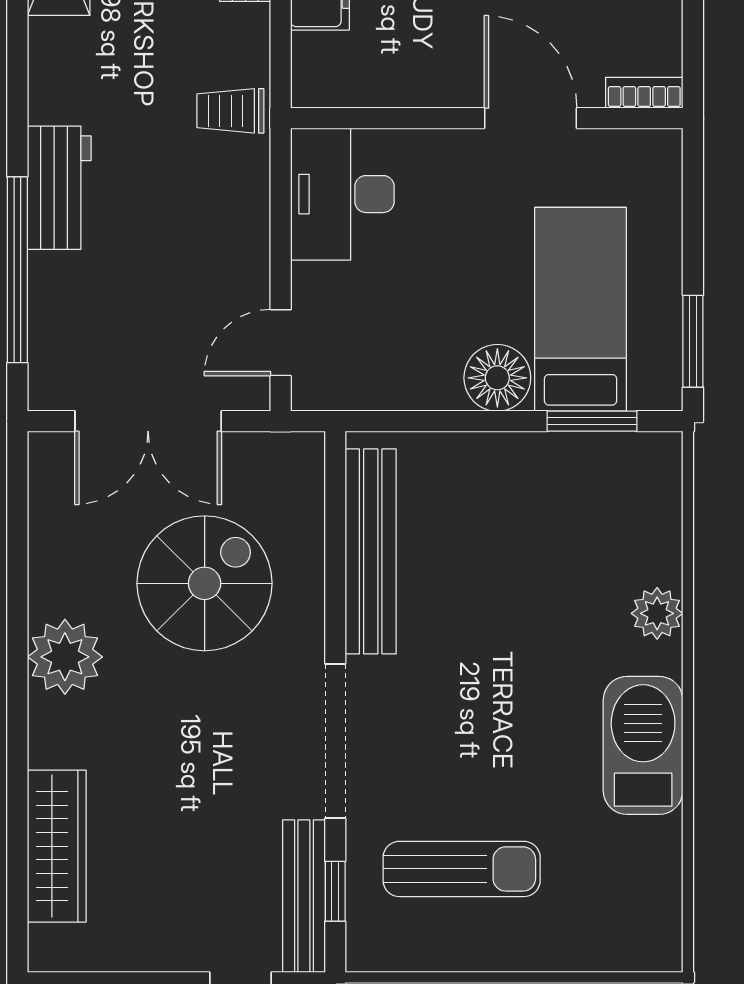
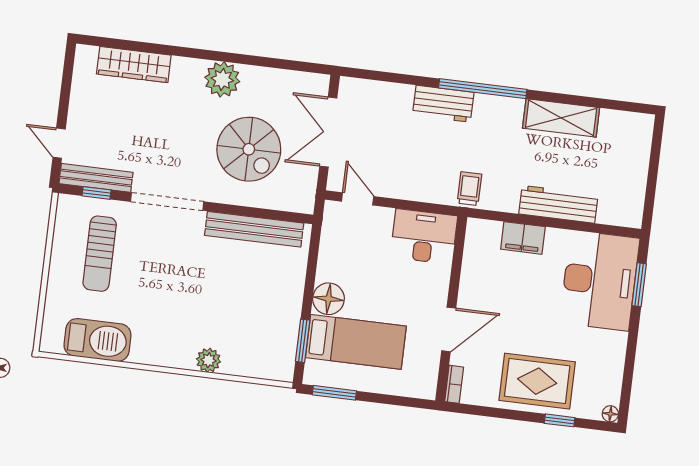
window: (17, 270) -> (483, 89), moved
barbecue: (643, 745) -> (97, 340), moved

